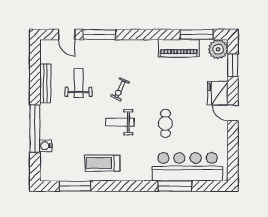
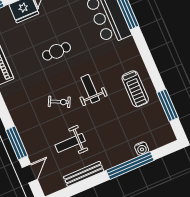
weight bench: (120, 122) -> (90, 89), turned 180
cafe table: (165, 123) -> (56, 51), moved

